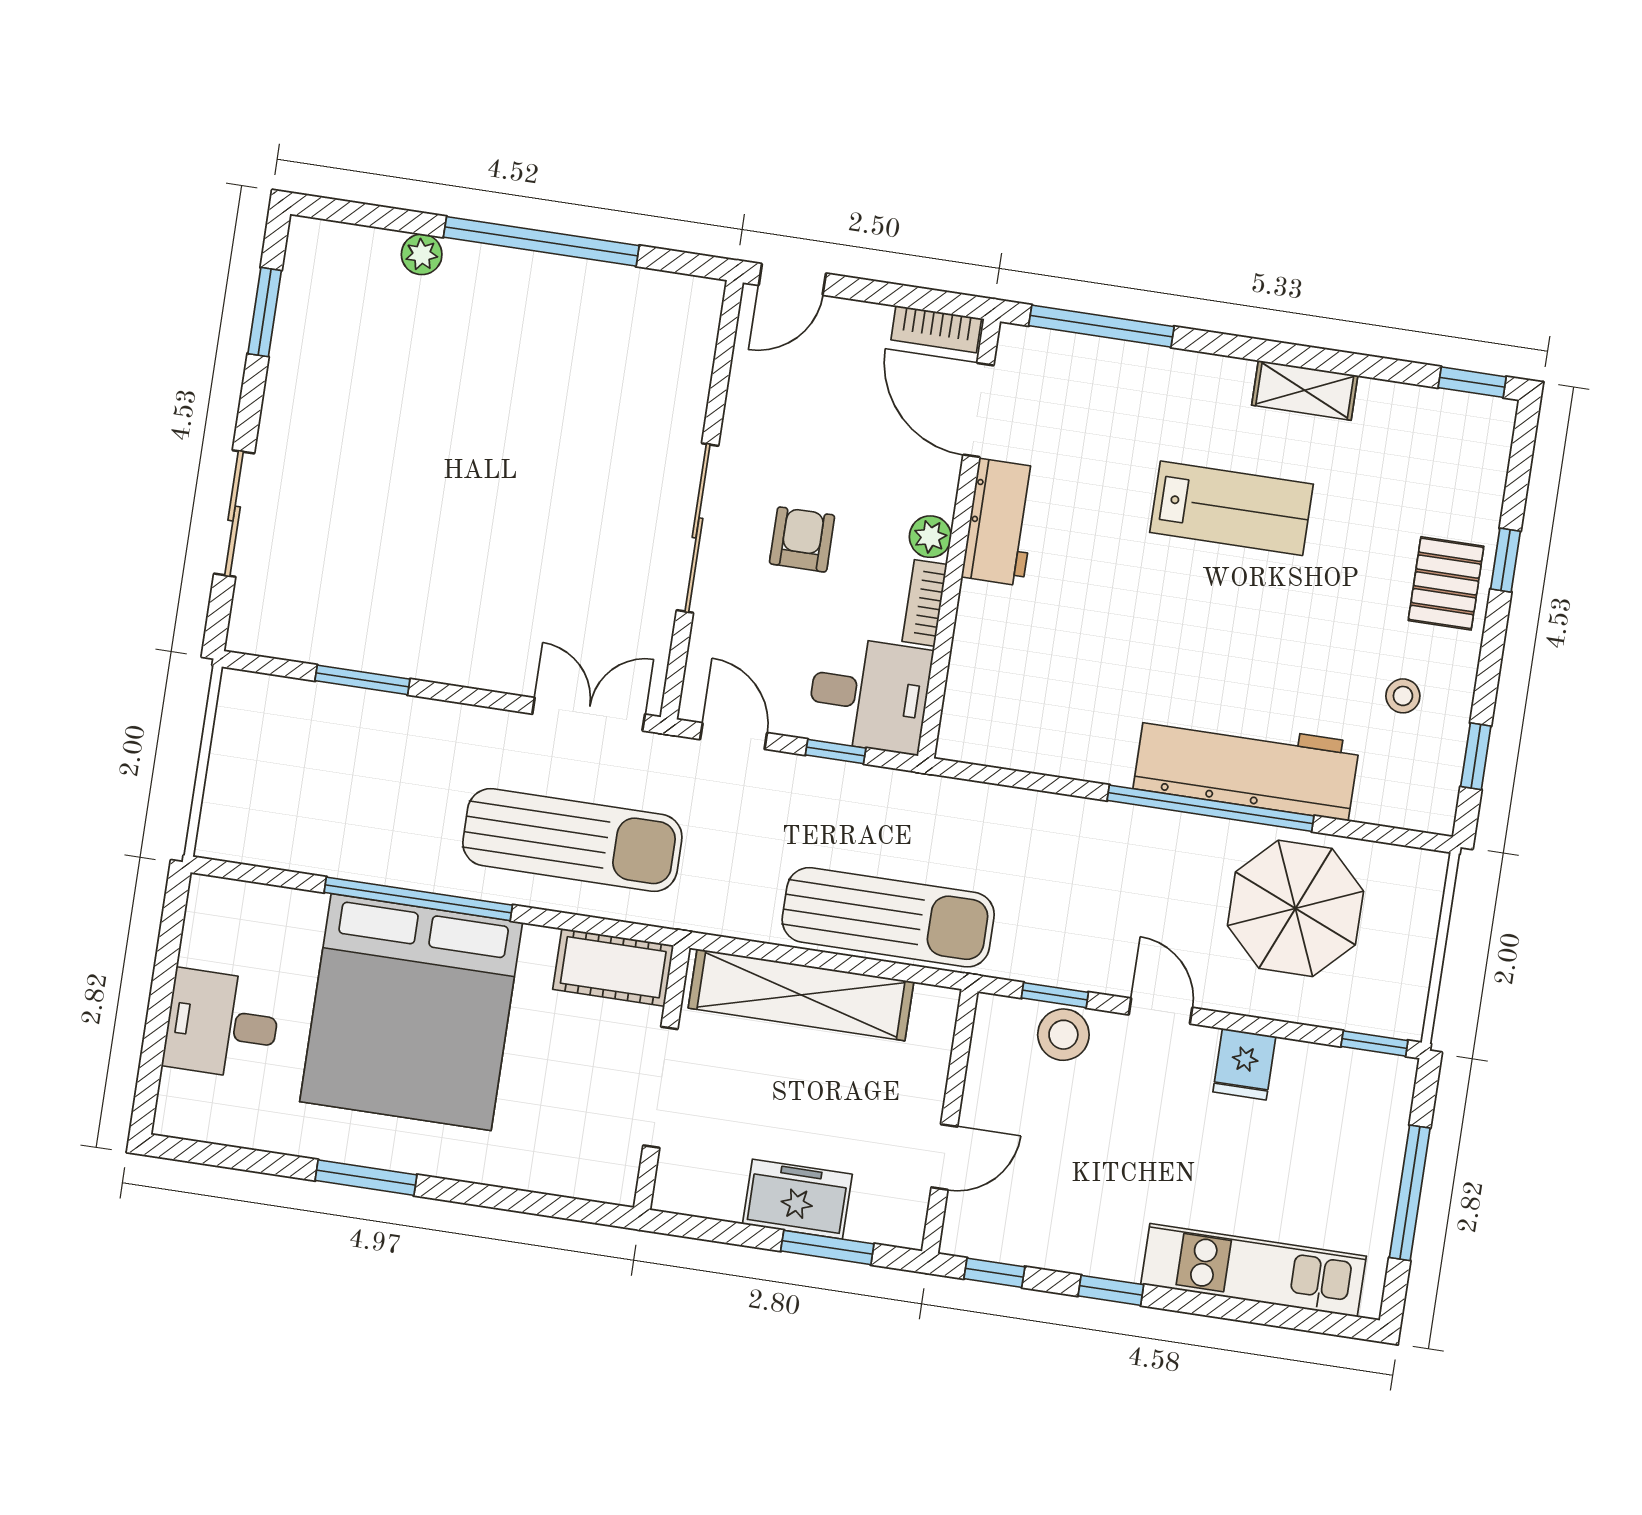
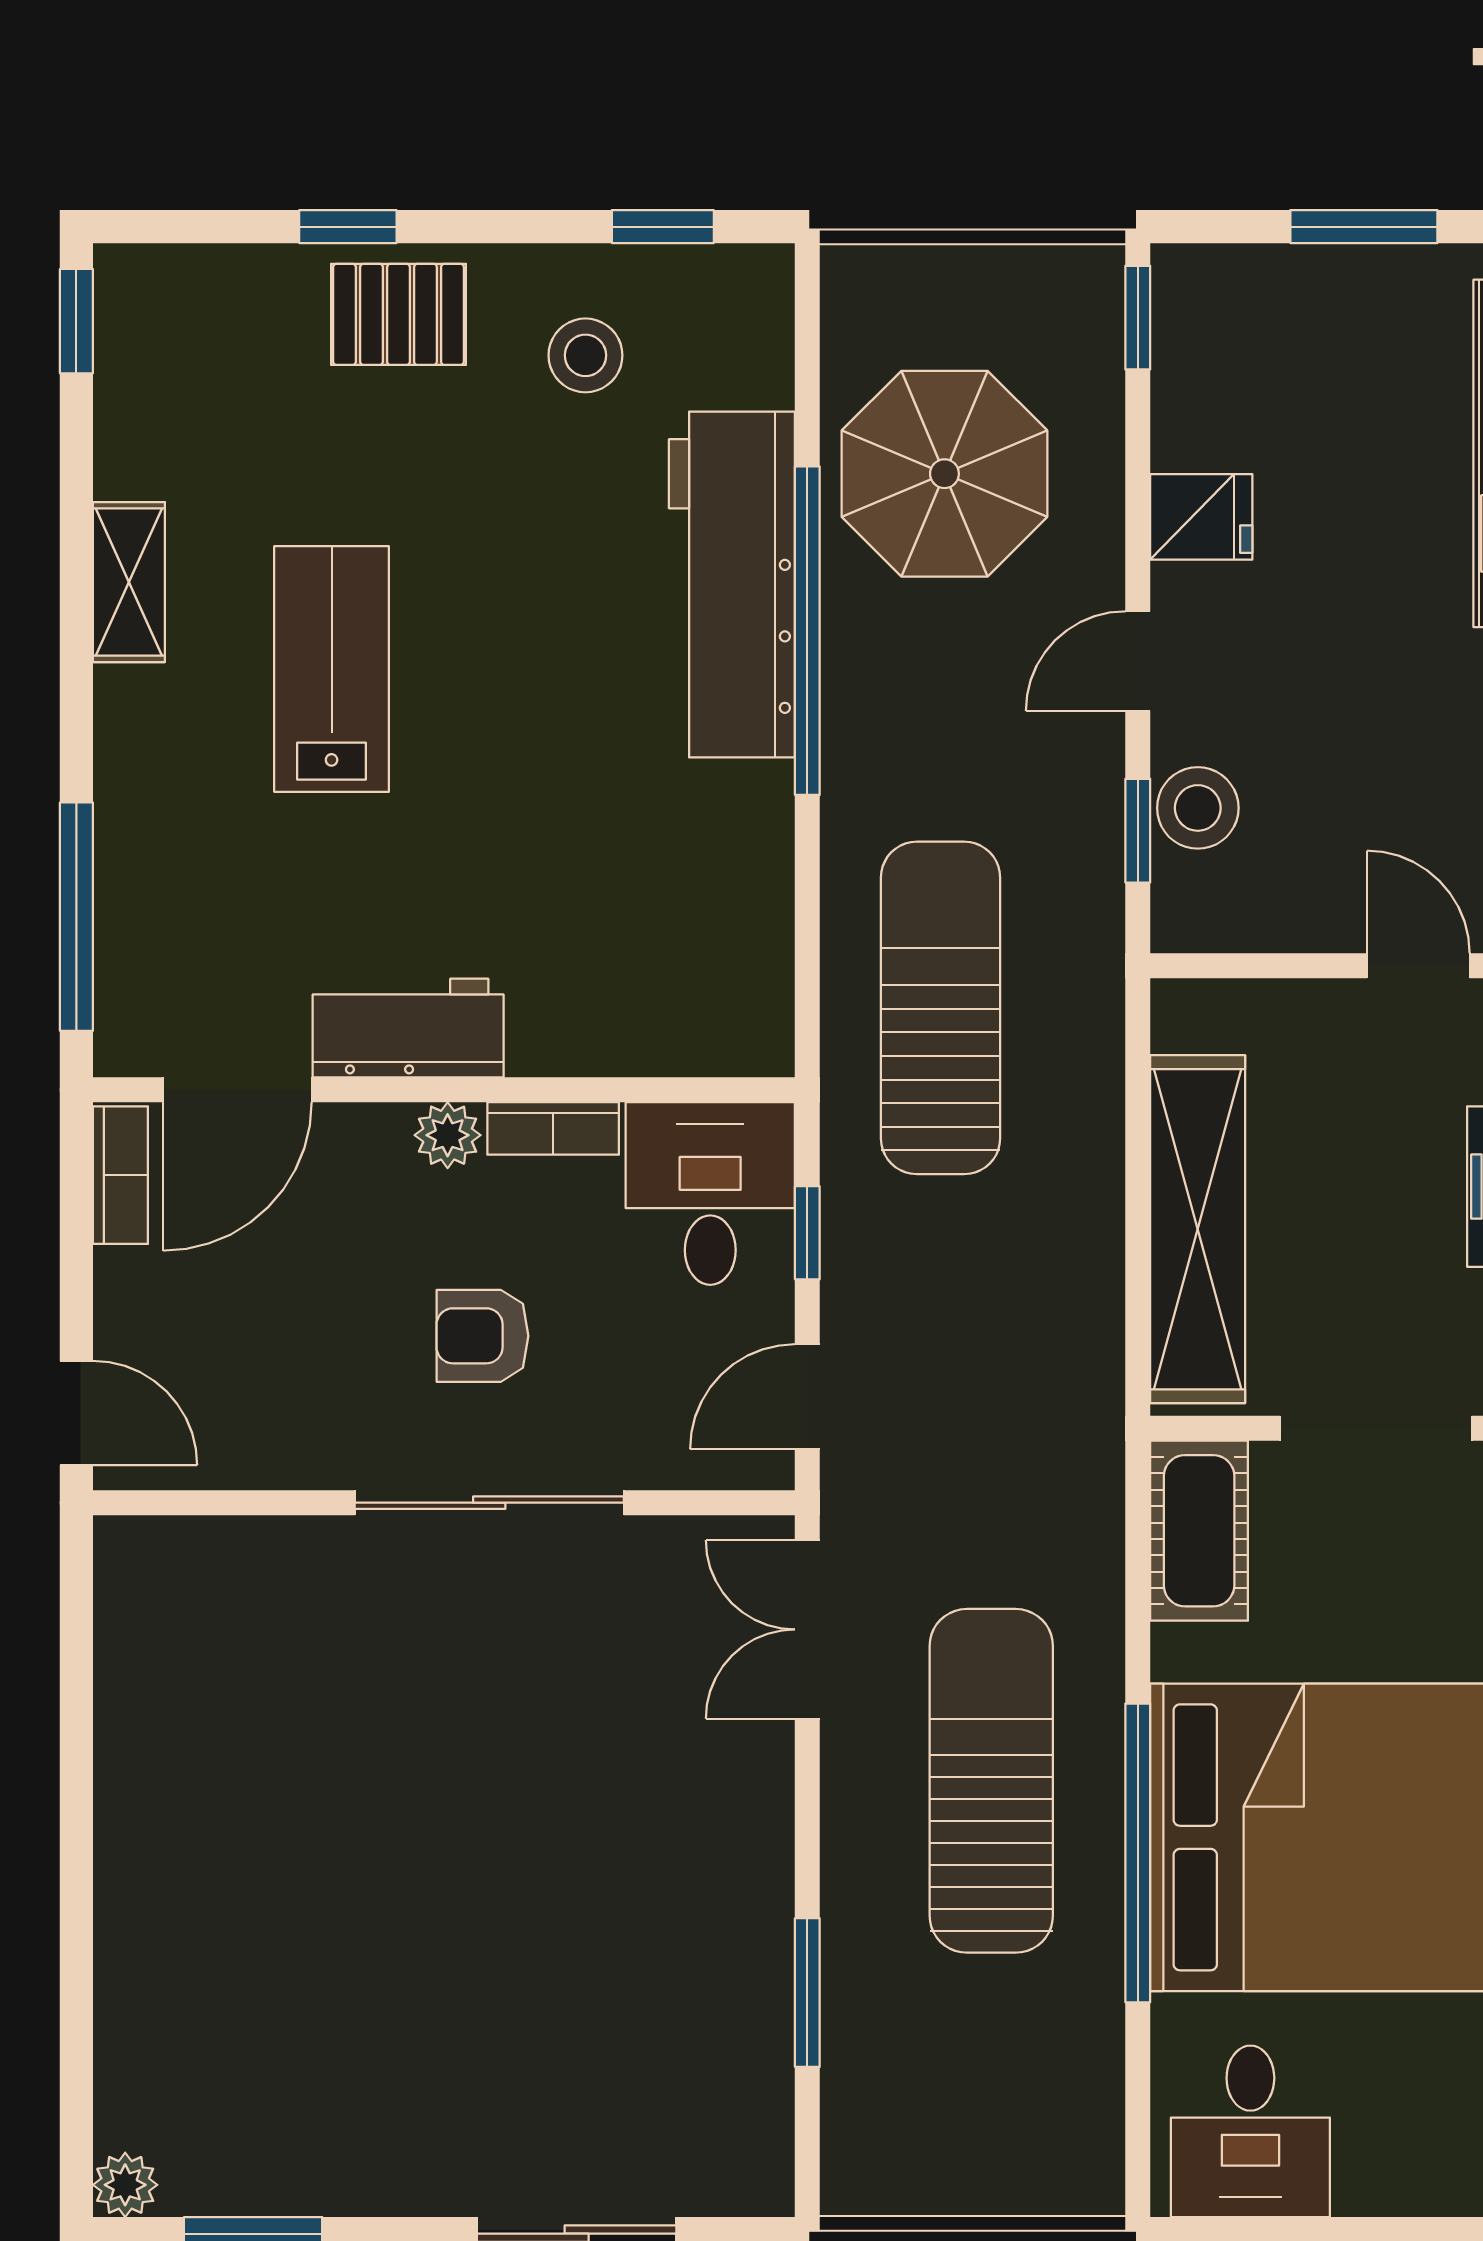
window: (541, 241) -> (76, 1816), removed
plant: (422, 254) -> (125, 2185), moved
stool: (1403, 696) -> (585, 355), width x1.37, depth x1.37
sun lounger: (572, 840) -> (991, 1781), moved
sun lounger: (888, 917) -> (941, 1008), moved
desk: (222, 1024) -> (1250, 2131), moved
window: (1410, 1193) -> (1364, 227), width x0.69

